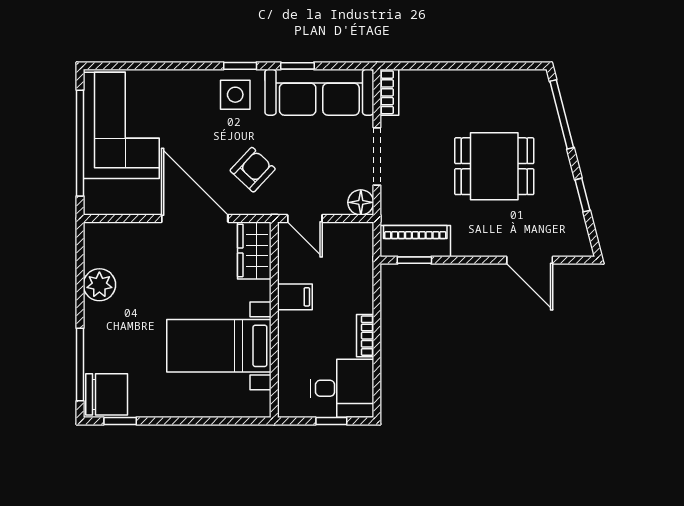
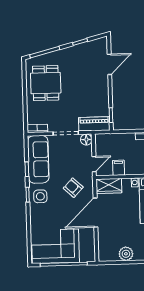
dining table: (494, 166) -> (46, 83), moved
piano: (415, 241) -> (94, 124), moved, turned 90
filing cabinet: (295, 297) -> (119, 168), moved

